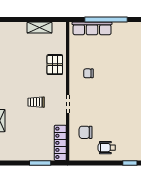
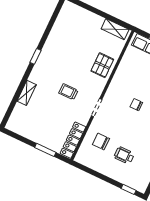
shelving: (40, 28) -> (115, 29), moved
chair: (88, 73) -> (136, 105), moved
wheelchair: (107, 148) -> (124, 155), moved

